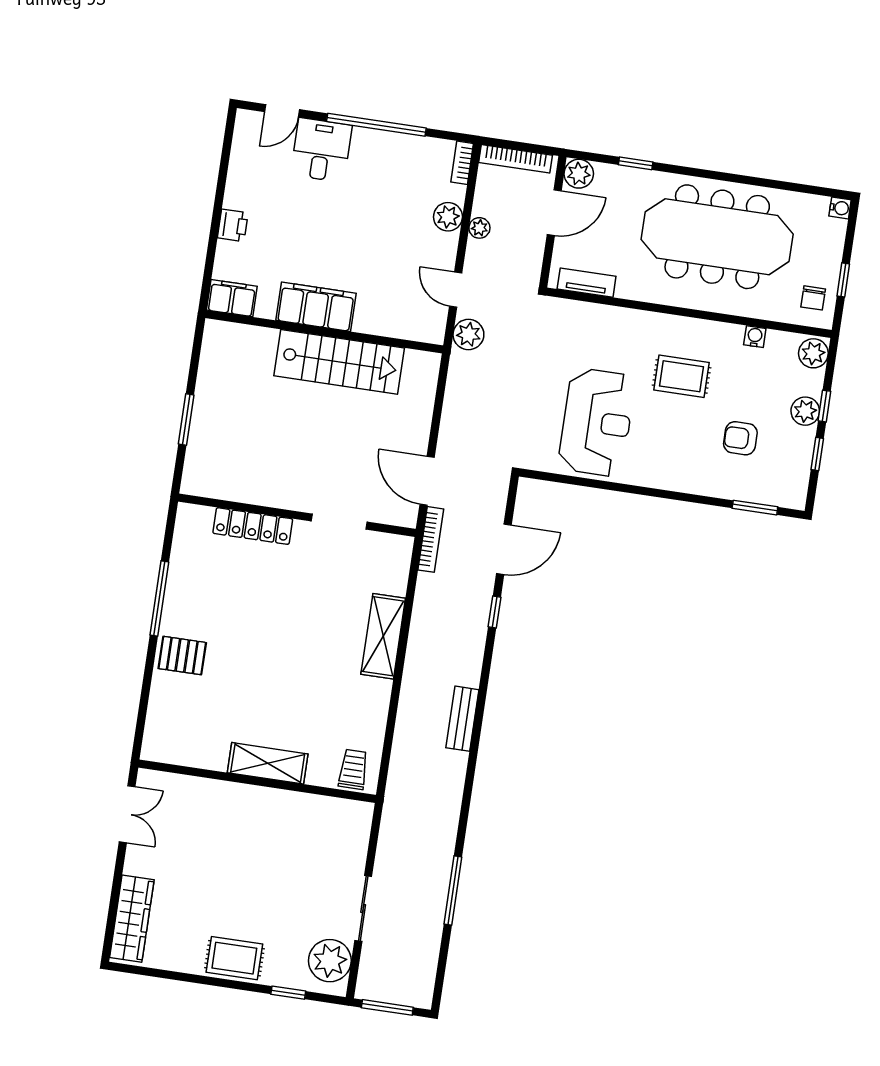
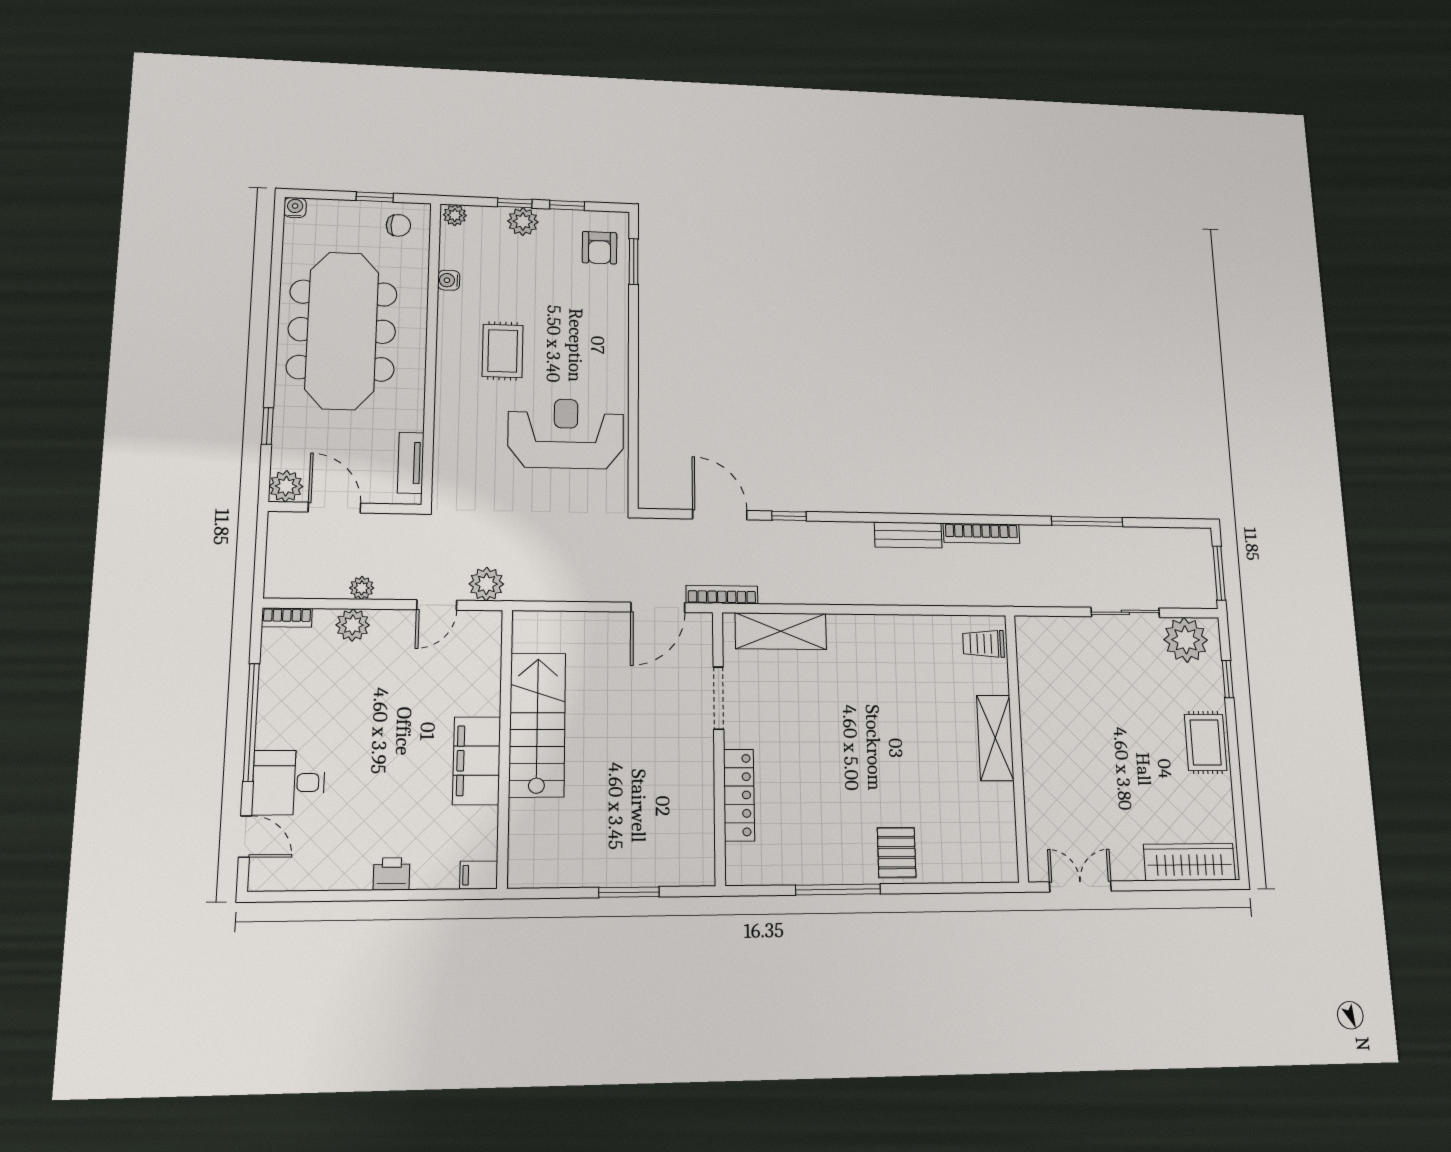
bookcase: (516, 159) -> (981, 533), moved, turned 90
filing cabinet: (232, 298) -> (479, 875), width x0.50
plant: (813, 353) -> (455, 215), width x0.73, depth x0.73
armchair: (740, 438) -> (600, 248), moved
shelving: (383, 636) -> (781, 631), moved

